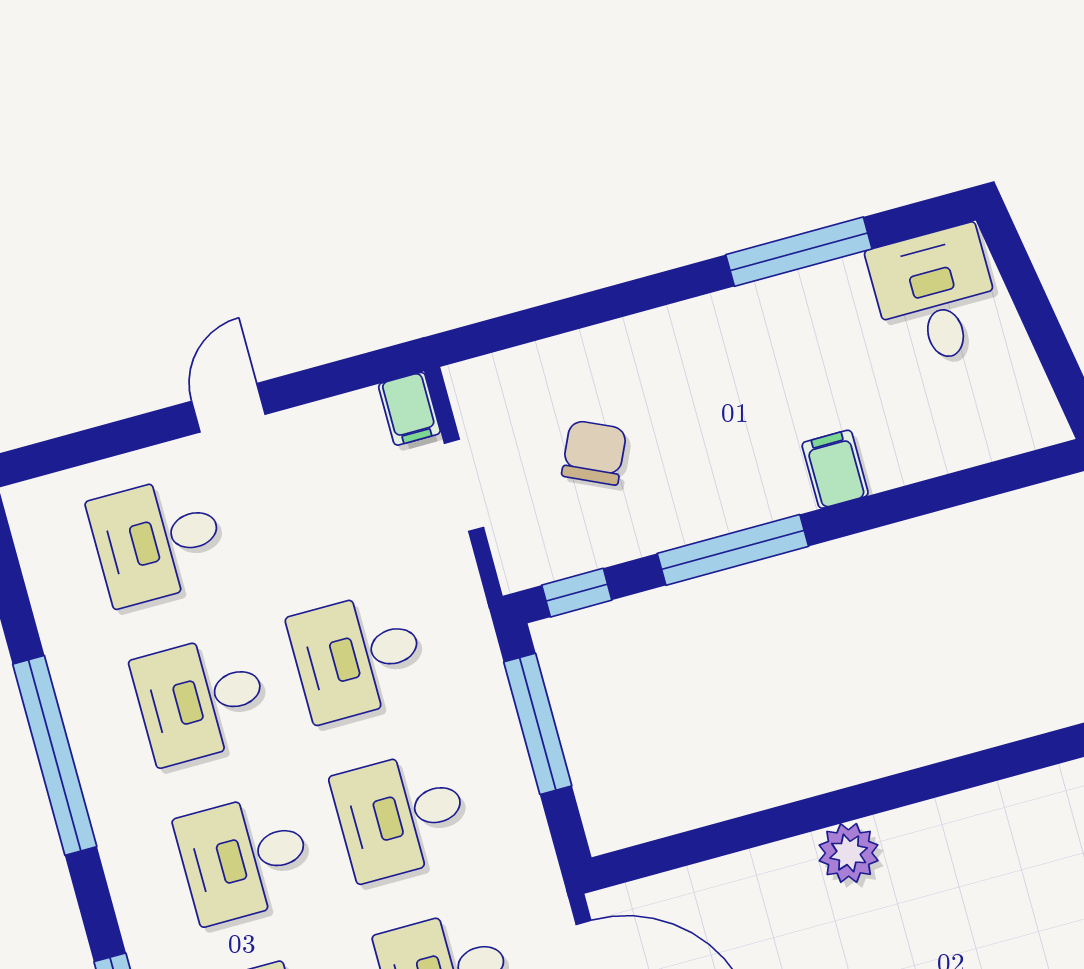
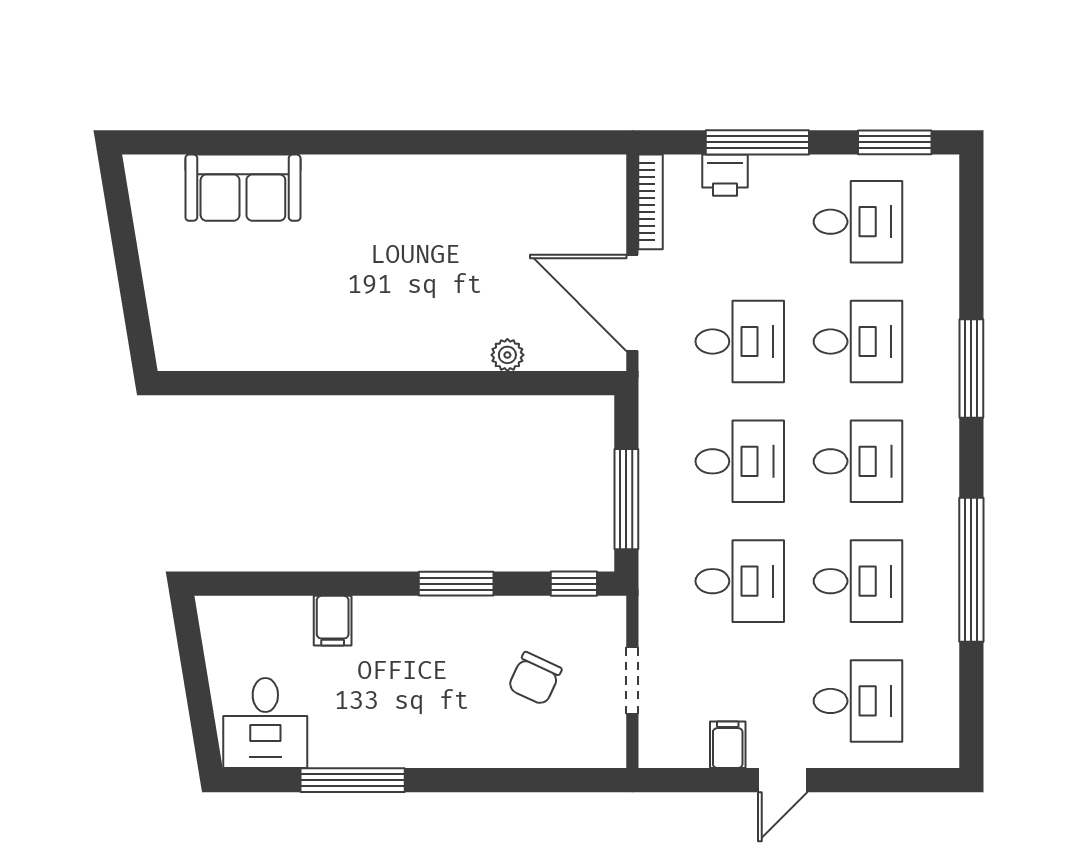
filing cabinet: (409, 409) -> (728, 745), moved
filing cabinet: (835, 469) -> (333, 621), moved
window: (733, 550) -> (456, 584), width x0.69
plant: (849, 853) -> (507, 355), moved, width x0.73, depth x0.73

